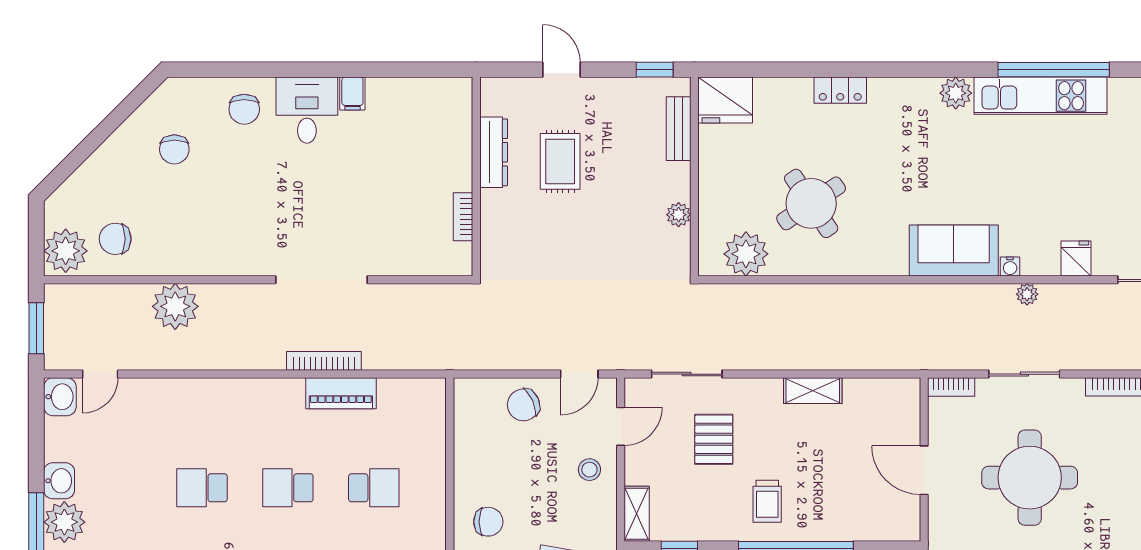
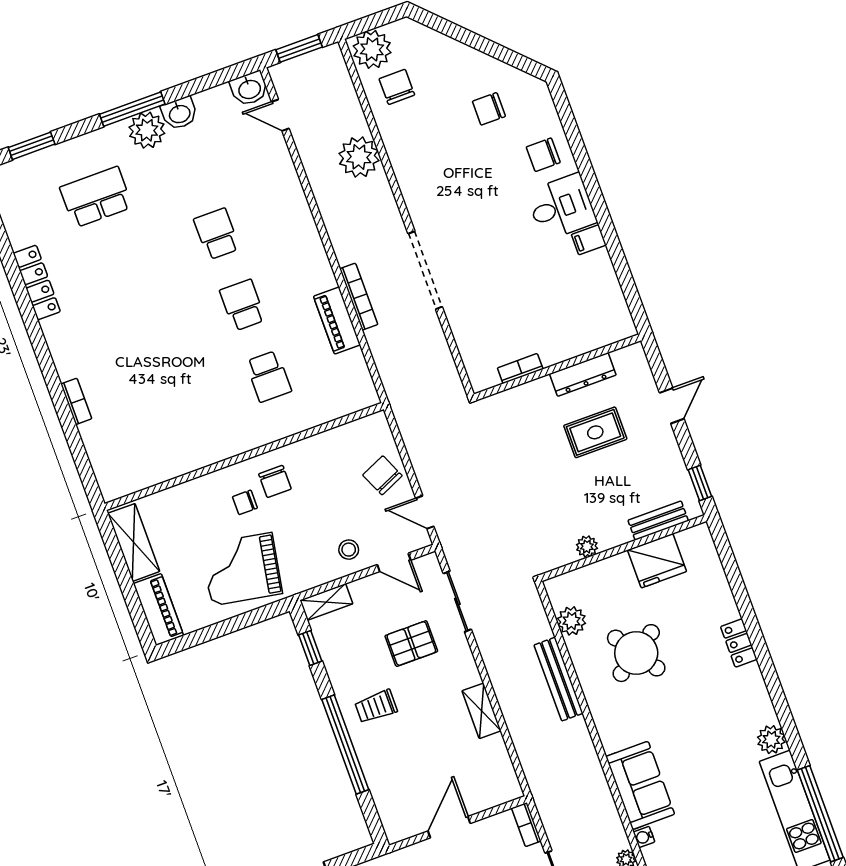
fridge: (725, 100) -> (657, 561), moved, turned -90
plant: (746, 254) -> (572, 621), width x0.73, depth x0.73
bench: (809, 296) -> (559, 679), added

